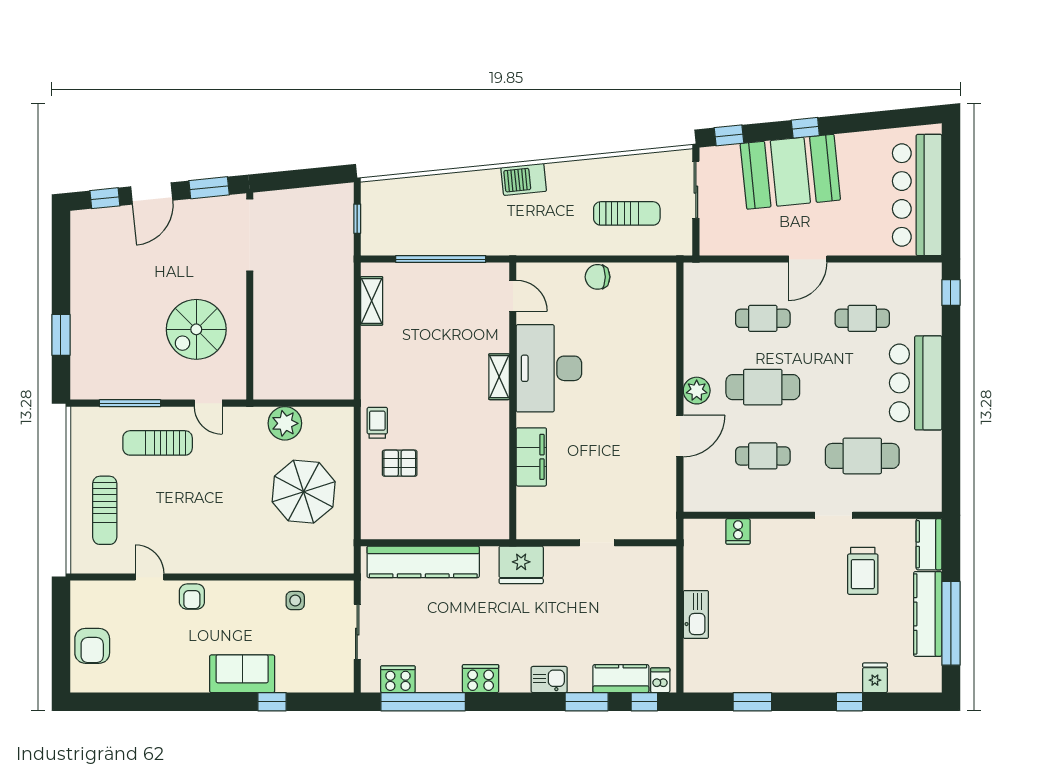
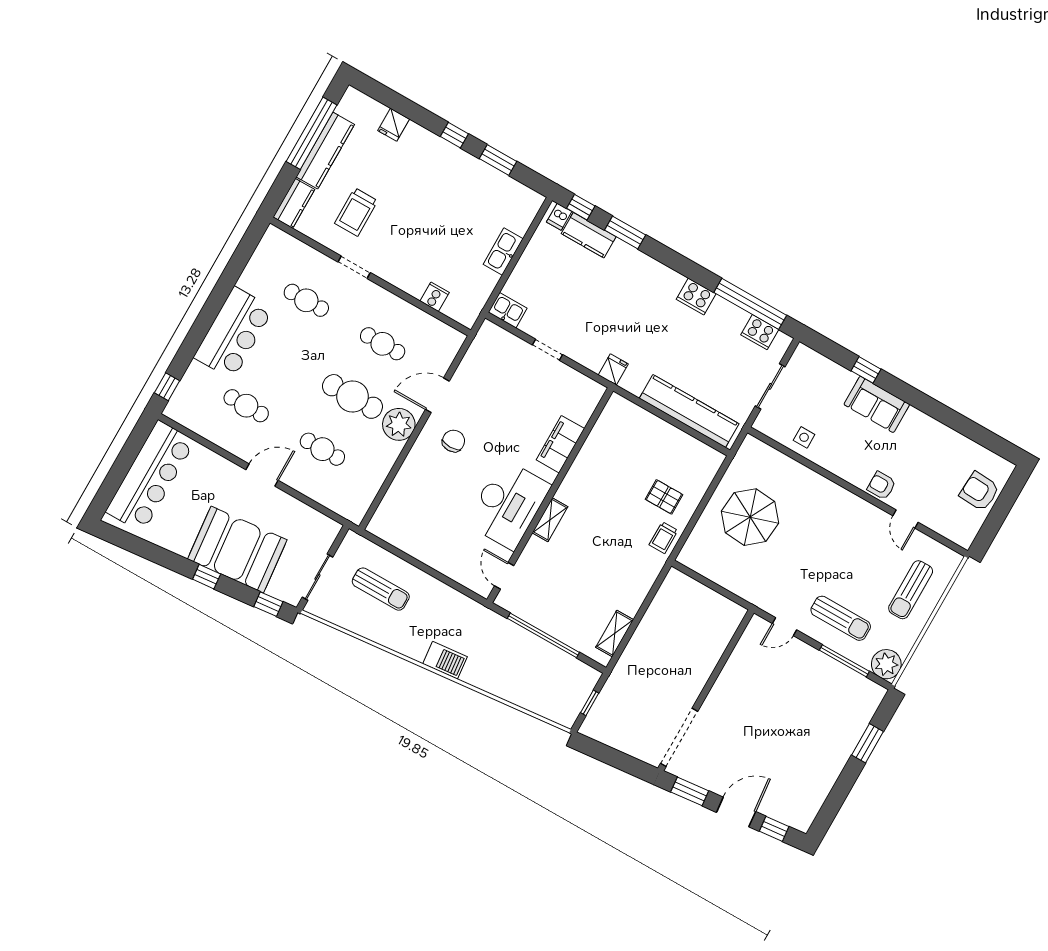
sun lounger: (627, 213) -> (381, 589), turned 180
chair: (598, 277) -> (454, 441), moved, turned -90
spiral stairs: (196, 329) -> (761, 688), removed
plant: (697, 391) -> (399, 424), width x1.36, depth x1.36
door: (208, 403) -> (784, 627), swing flipped
plant: (285, 423) -> (886, 664), moved
cafe table: (862, 456) -> (306, 300), width x0.73, depth x0.74
sun lounger: (105, 510) -> (911, 590), turned 180
fridge: (521, 565) -> (613, 370), width x0.53, depth x0.75
trolley: (863, 571) -> (356, 212), turned 180
armchair: (192, 597) -> (881, 486), turned -90
armchair: (92, 646) -> (979, 491), turned -87
kitchen sink: (549, 680) -> (508, 310), moved, turned 180
window: (850, 702) -> (454, 135), moved

